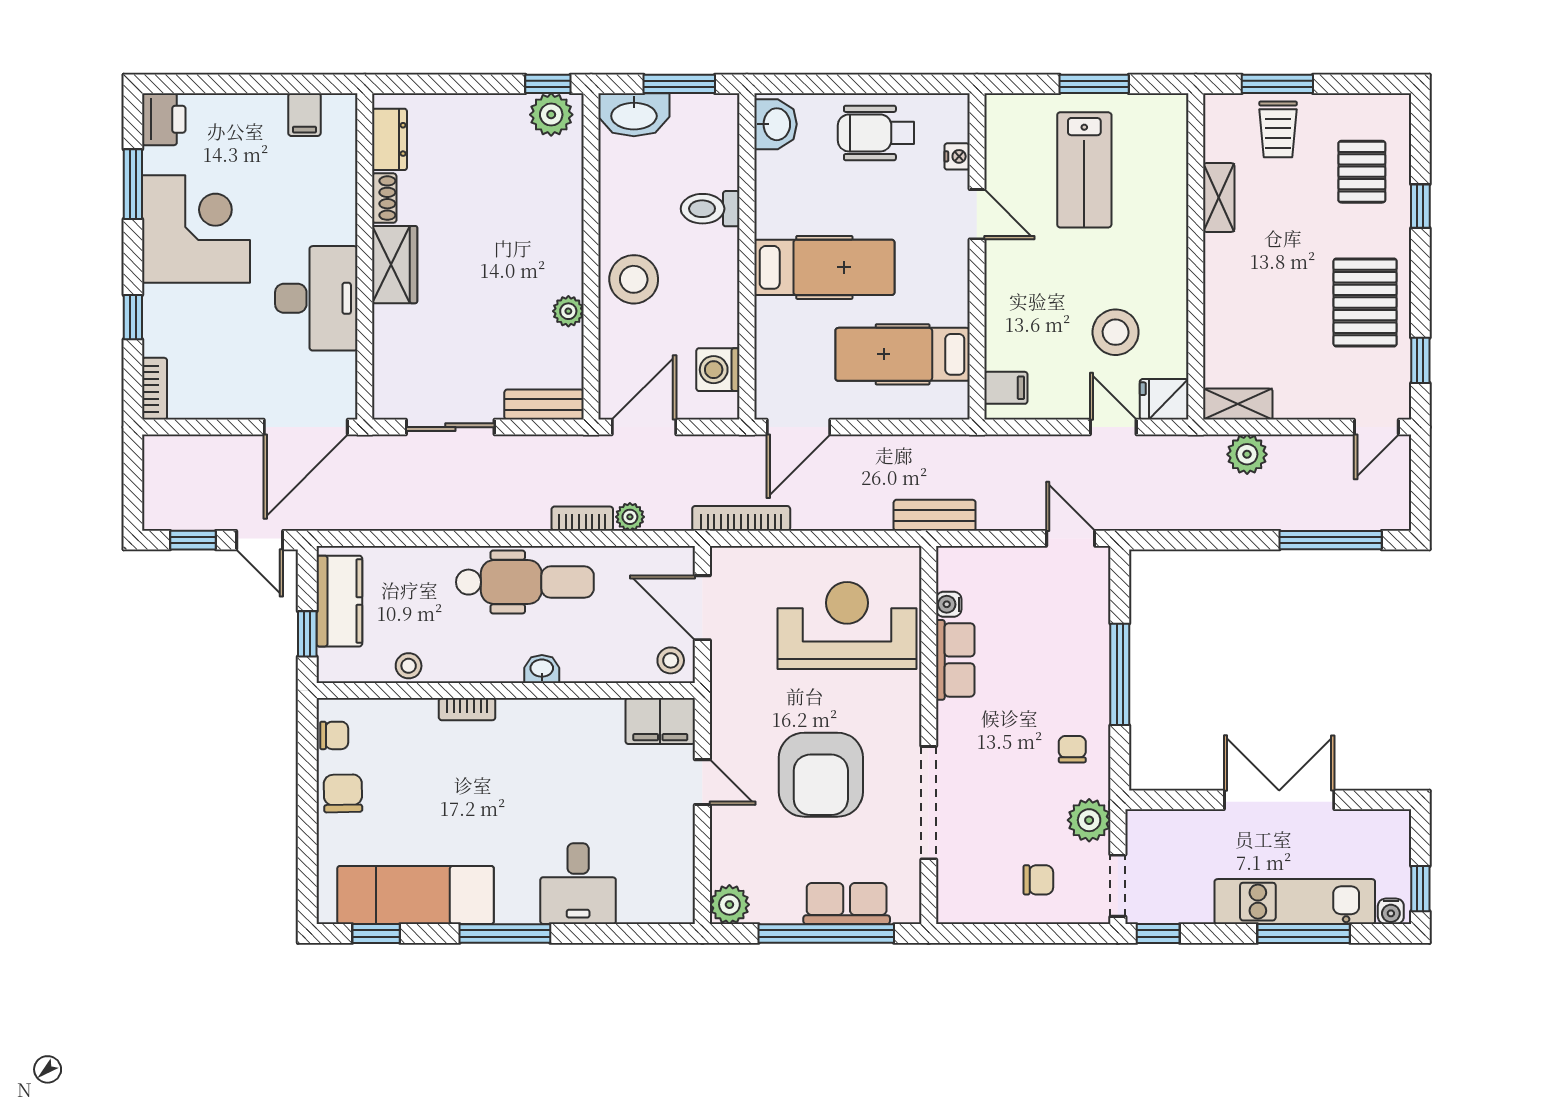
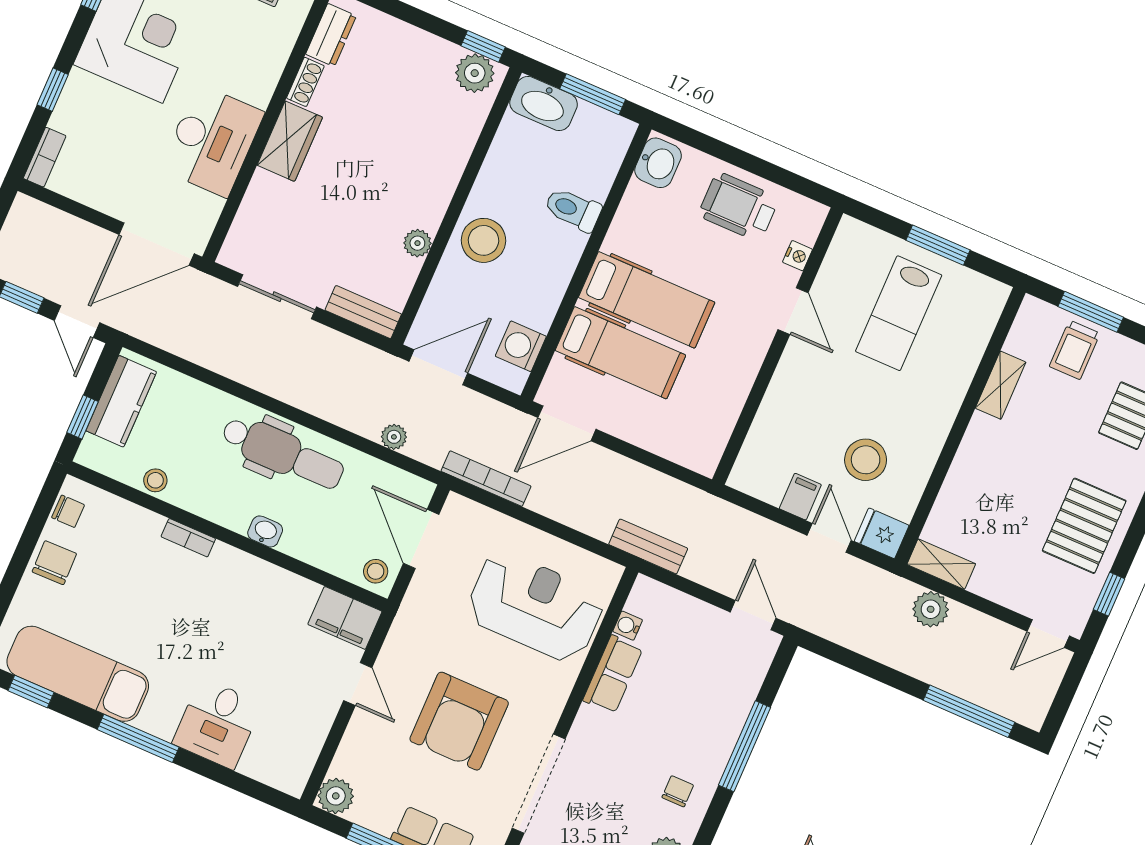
hospital bed: (903, 354) -> (620, 353), moved, turned 180
filing cabinet: (1006, 388) -> (800, 497), moved, turned -90
bookcase: (582, 519) -> (354, 421), removed

